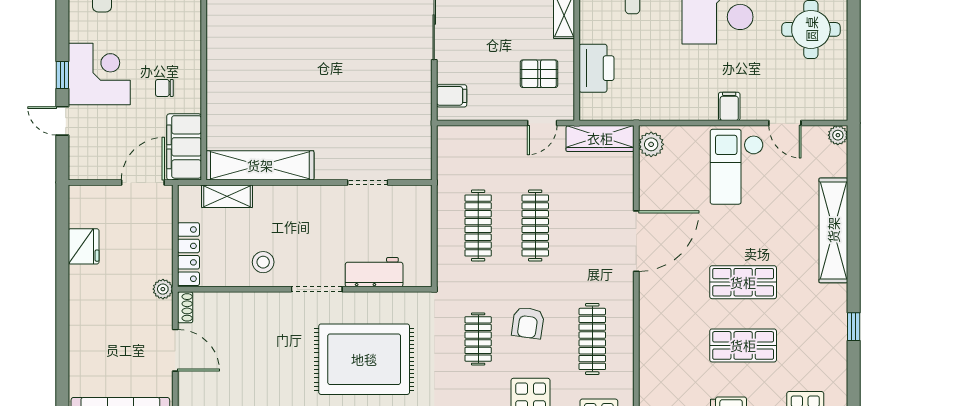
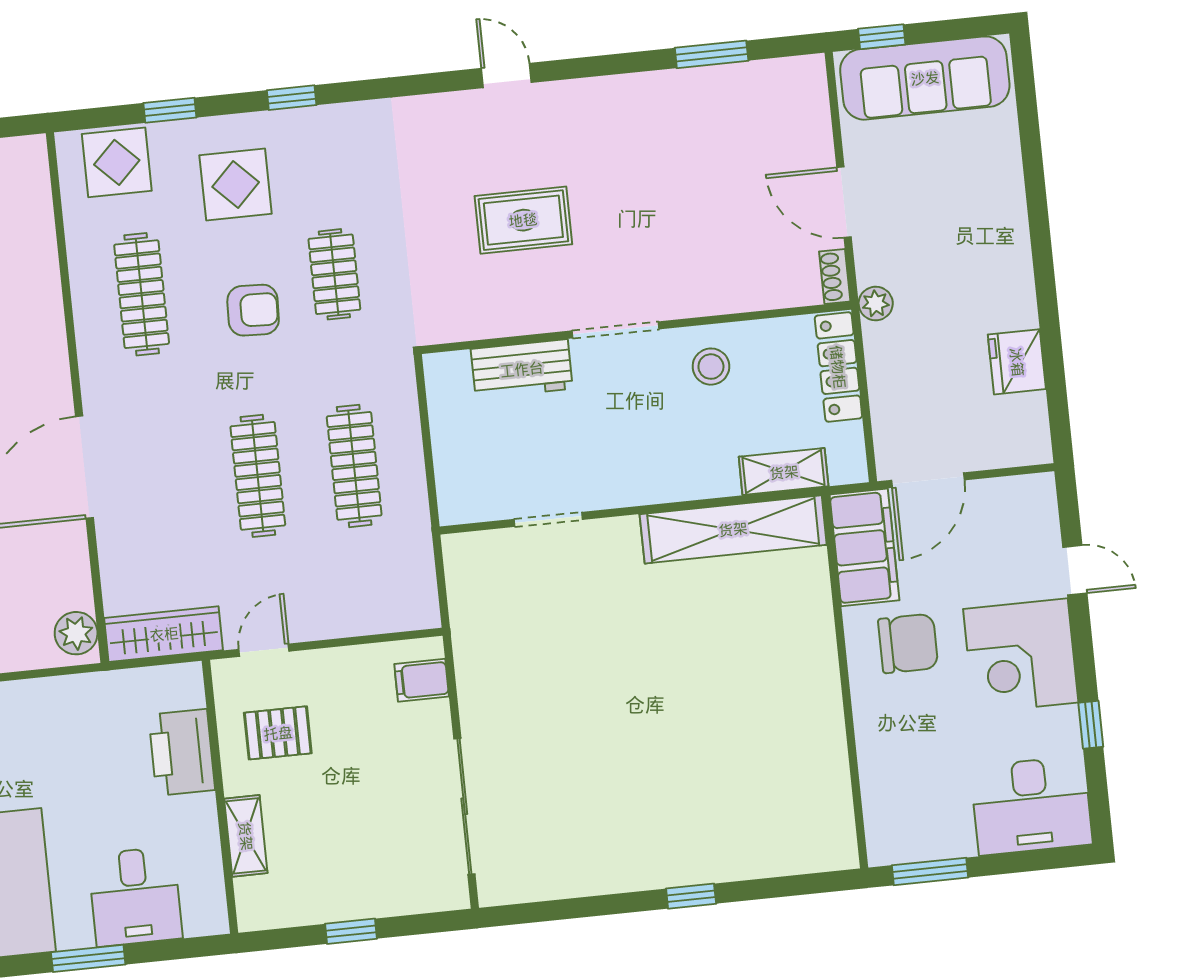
window: (62, 75) -> (1091, 725), moved
chair: (164, 88) -> (908, 643), width x1.87, depth x1.87
armchair: (528, 323) -> (253, 310), turned 84
rug: (364, 359) -> (523, 220), width x0.54, depth x0.49

